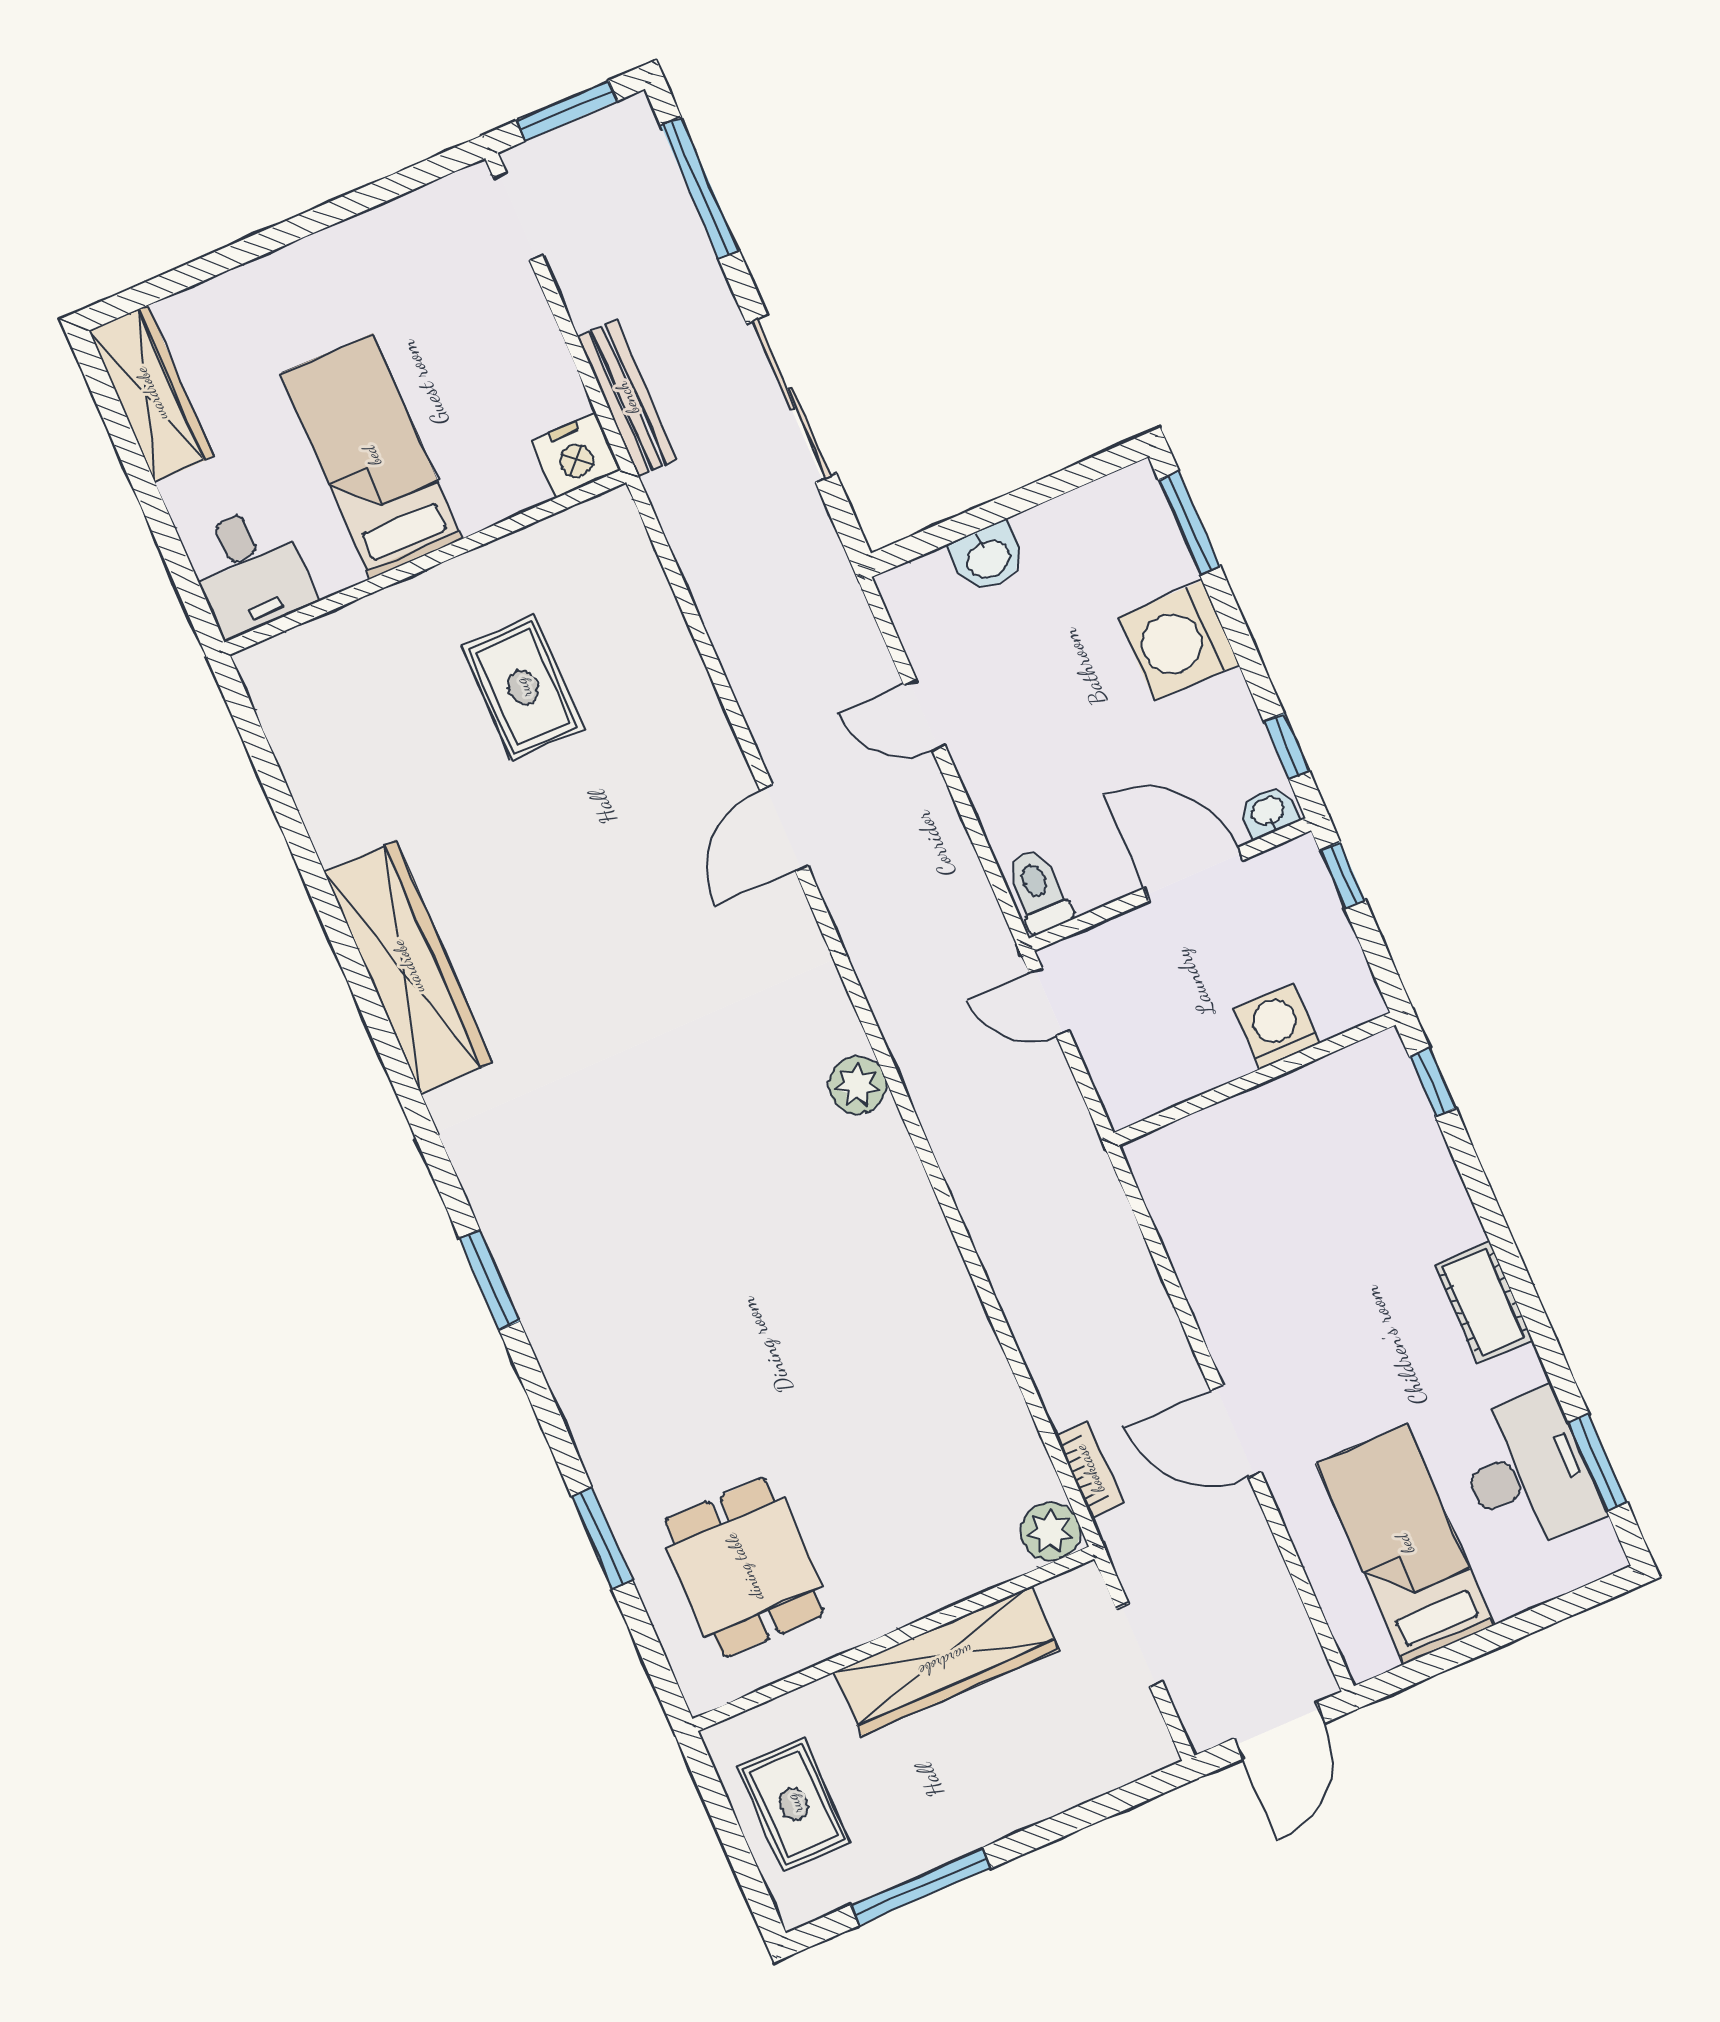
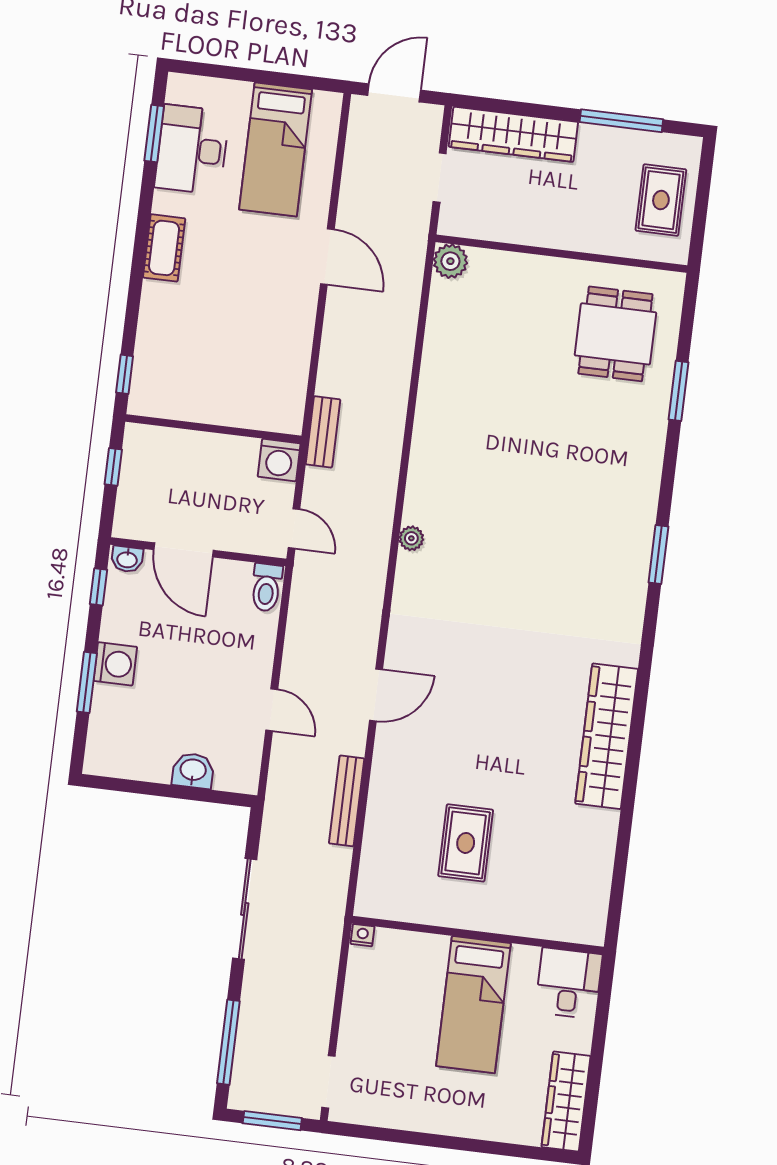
bench: (627, 398) -> (347, 801), moved
nightstand: (575, 456) -> (362, 935), width x0.53, depth x0.56
window: (1189, 523) -> (87, 682), moved
washing machine: (1179, 641) -> (115, 664), width x0.73, depth x0.73
window: (1343, 875) -> (113, 467), moved
washing machine: (1277, 1026) -> (279, 460), moved
plant: (857, 1085) -> (411, 538), width x0.73, depth x0.73
bench: (1090, 1169) -> (323, 432), added
bookcase: (1089, 1469) -> (412, 281), removed
wardrobe: (946, 1661) -> (513, 134), moved, turned 180

